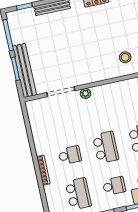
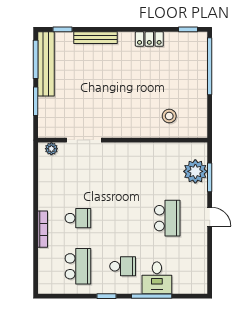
bench: (24, 71) -> (46, 64), moved
plant: (86, 93) -> (51, 149), moved
school desk: (106, 147) -> (123, 218), removed

